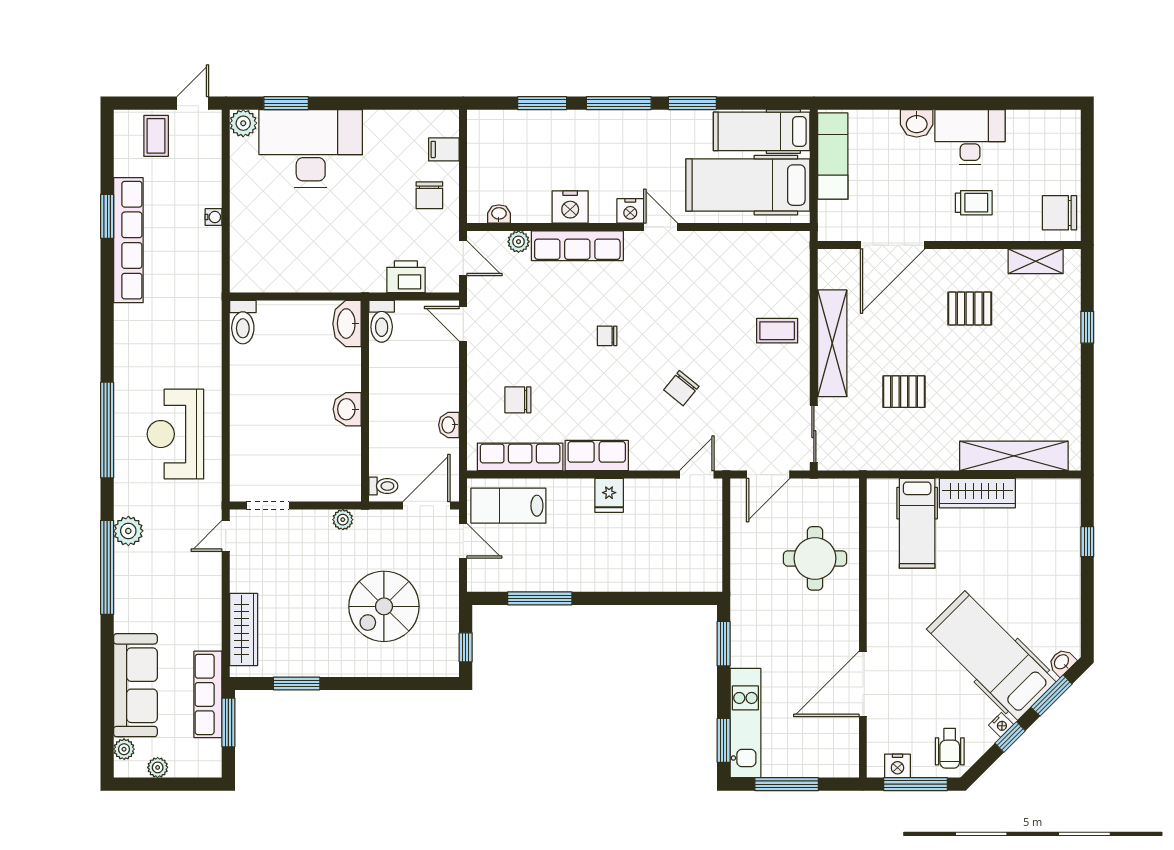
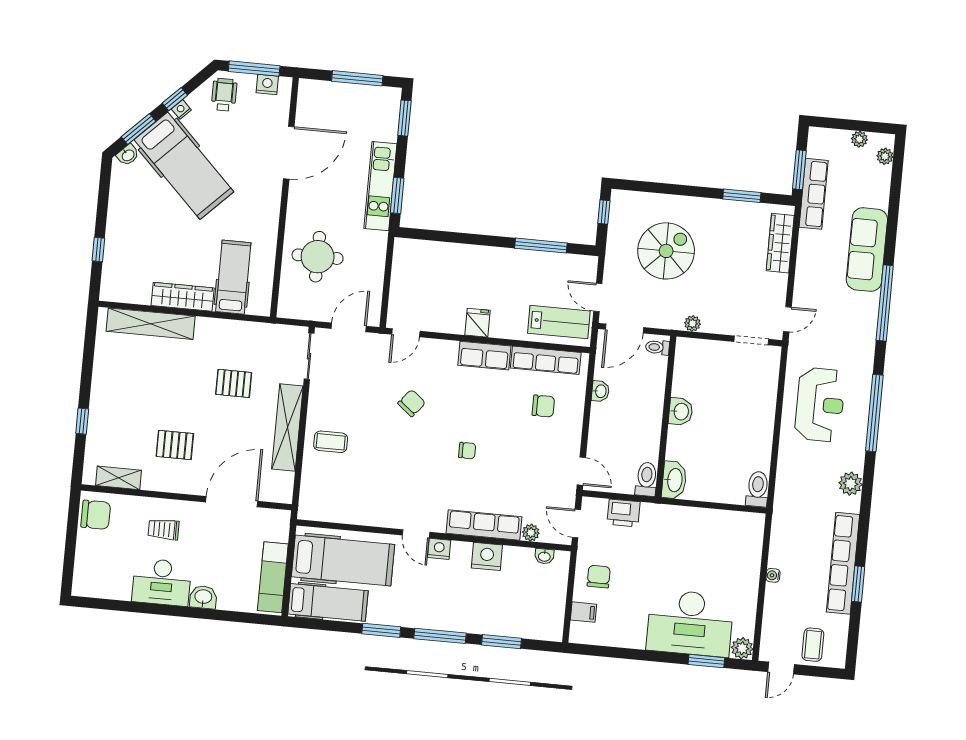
plant: (128, 531) -> (850, 484), moved
sofa: (135, 685) -> (867, 250), moved
kitchen unit: (745, 723) -> (380, 186), moved

